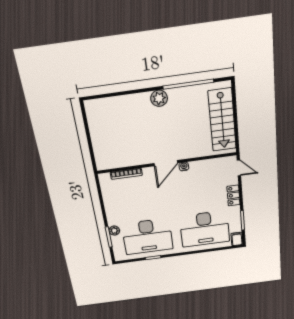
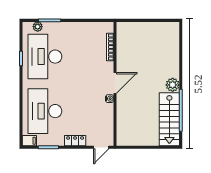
stairs: (222, 120) -> (169, 119), moved, turned -90
door: (166, 163) -> (115, 83), swing flipped
plant: (114, 231) -> (38, 27), moved

